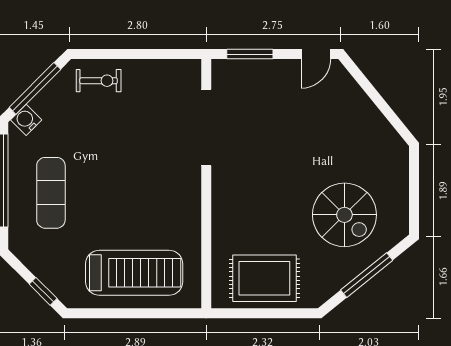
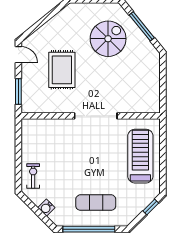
window: (35, 88) -> (37, 211), removed
water cooler: (26, 120) -> (46, 208), moved
doorway: (206, 127) -> (96, 116), moved
rug: (264, 278) -> (62, 70), moved

